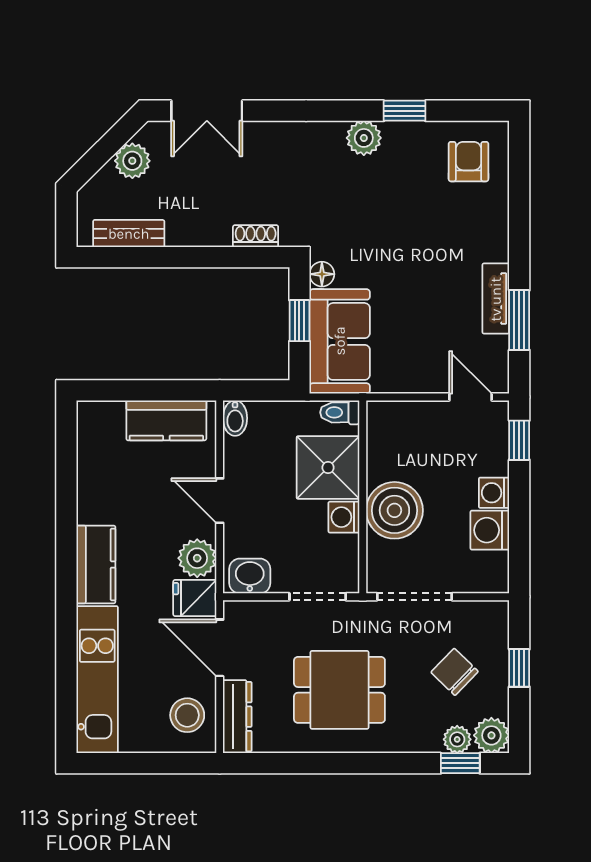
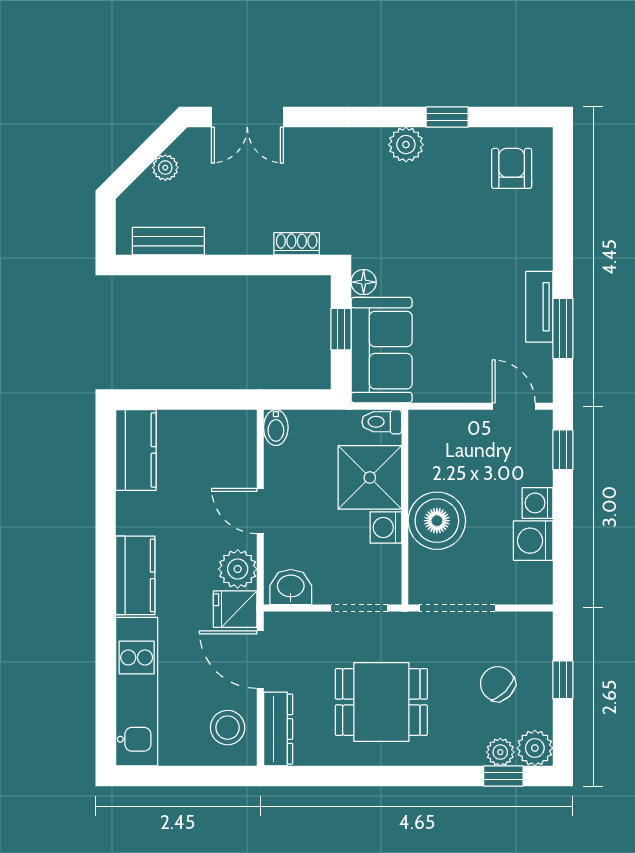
plant: (132, 161) -> (165, 168), width x0.73, depth x0.73
kitchen counter: (166, 420) -> (136, 450), moved, turned -90

